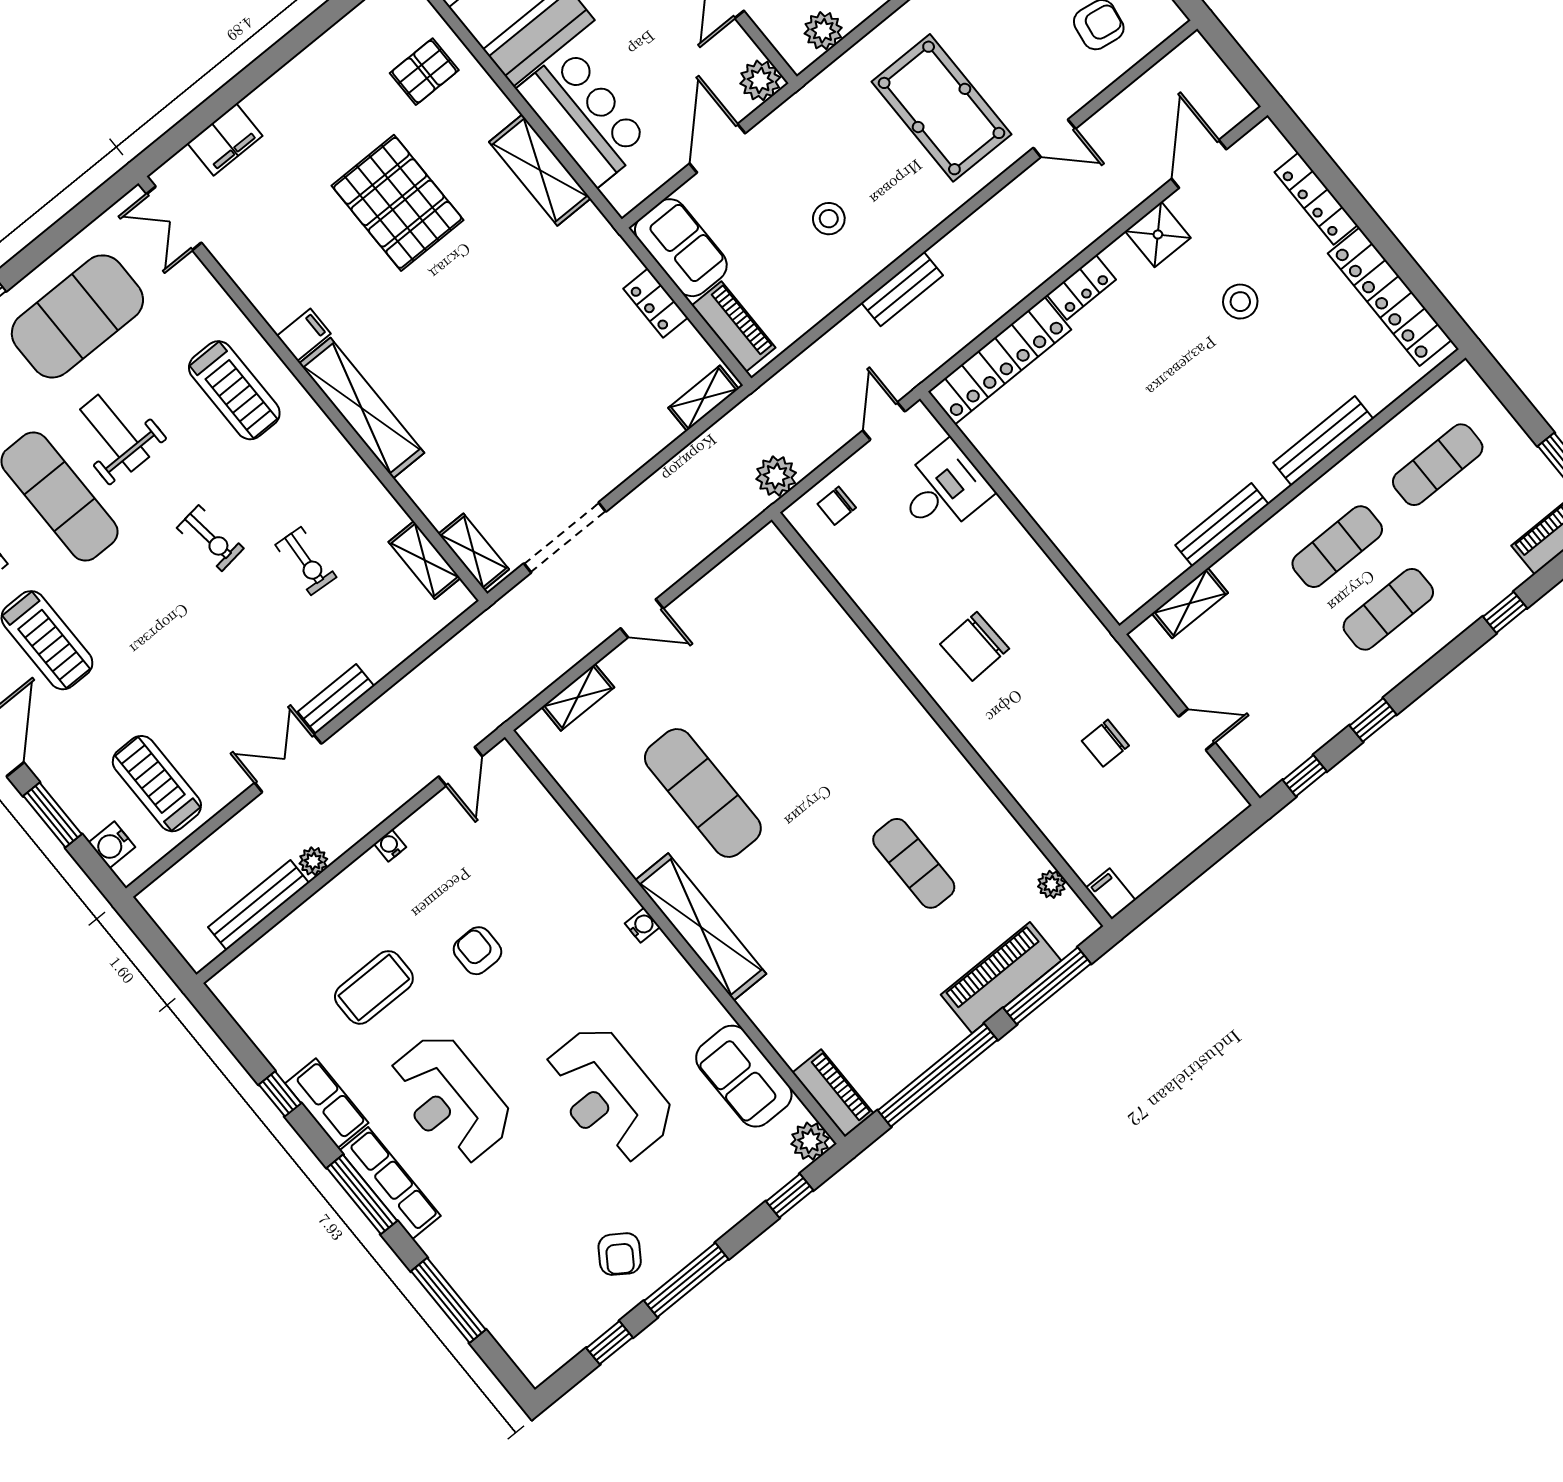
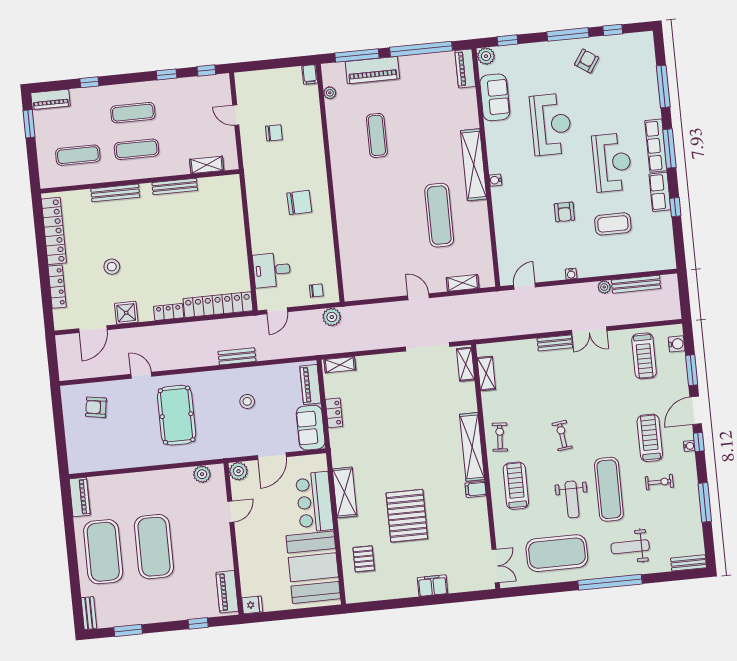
pallet: (424, 72) -> (364, 559), turned 90
filing cabinet: (225, 140) -> (433, 586), moved
exercise bike: (306, 561) -> (500, 437), moved

